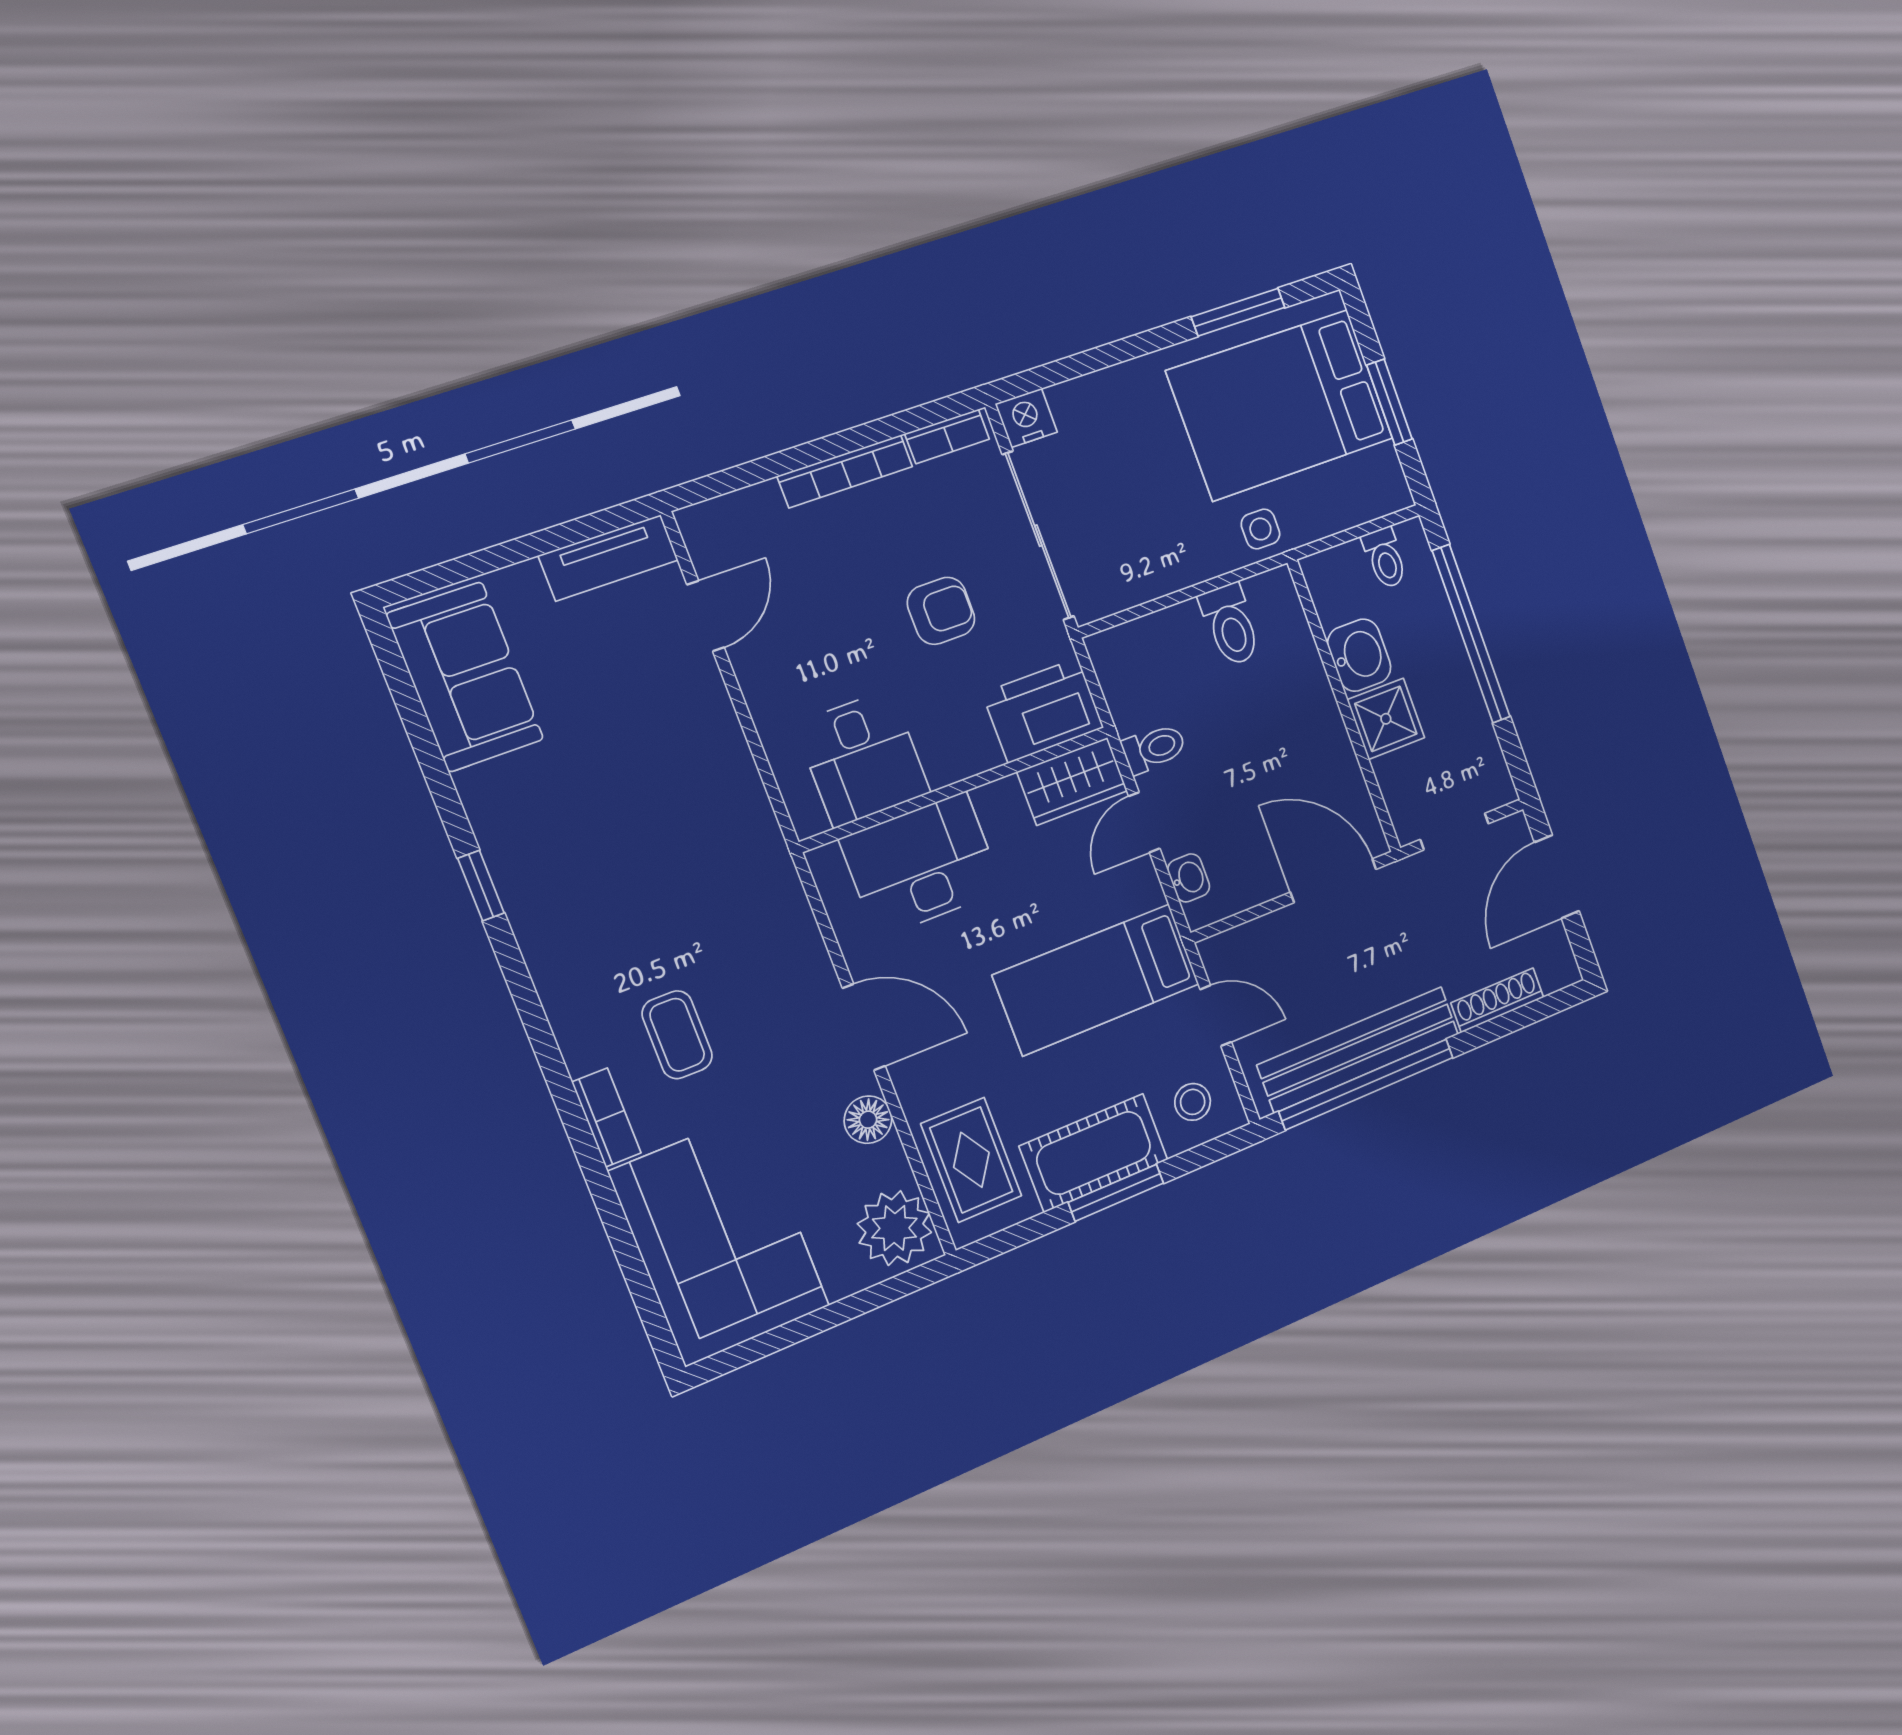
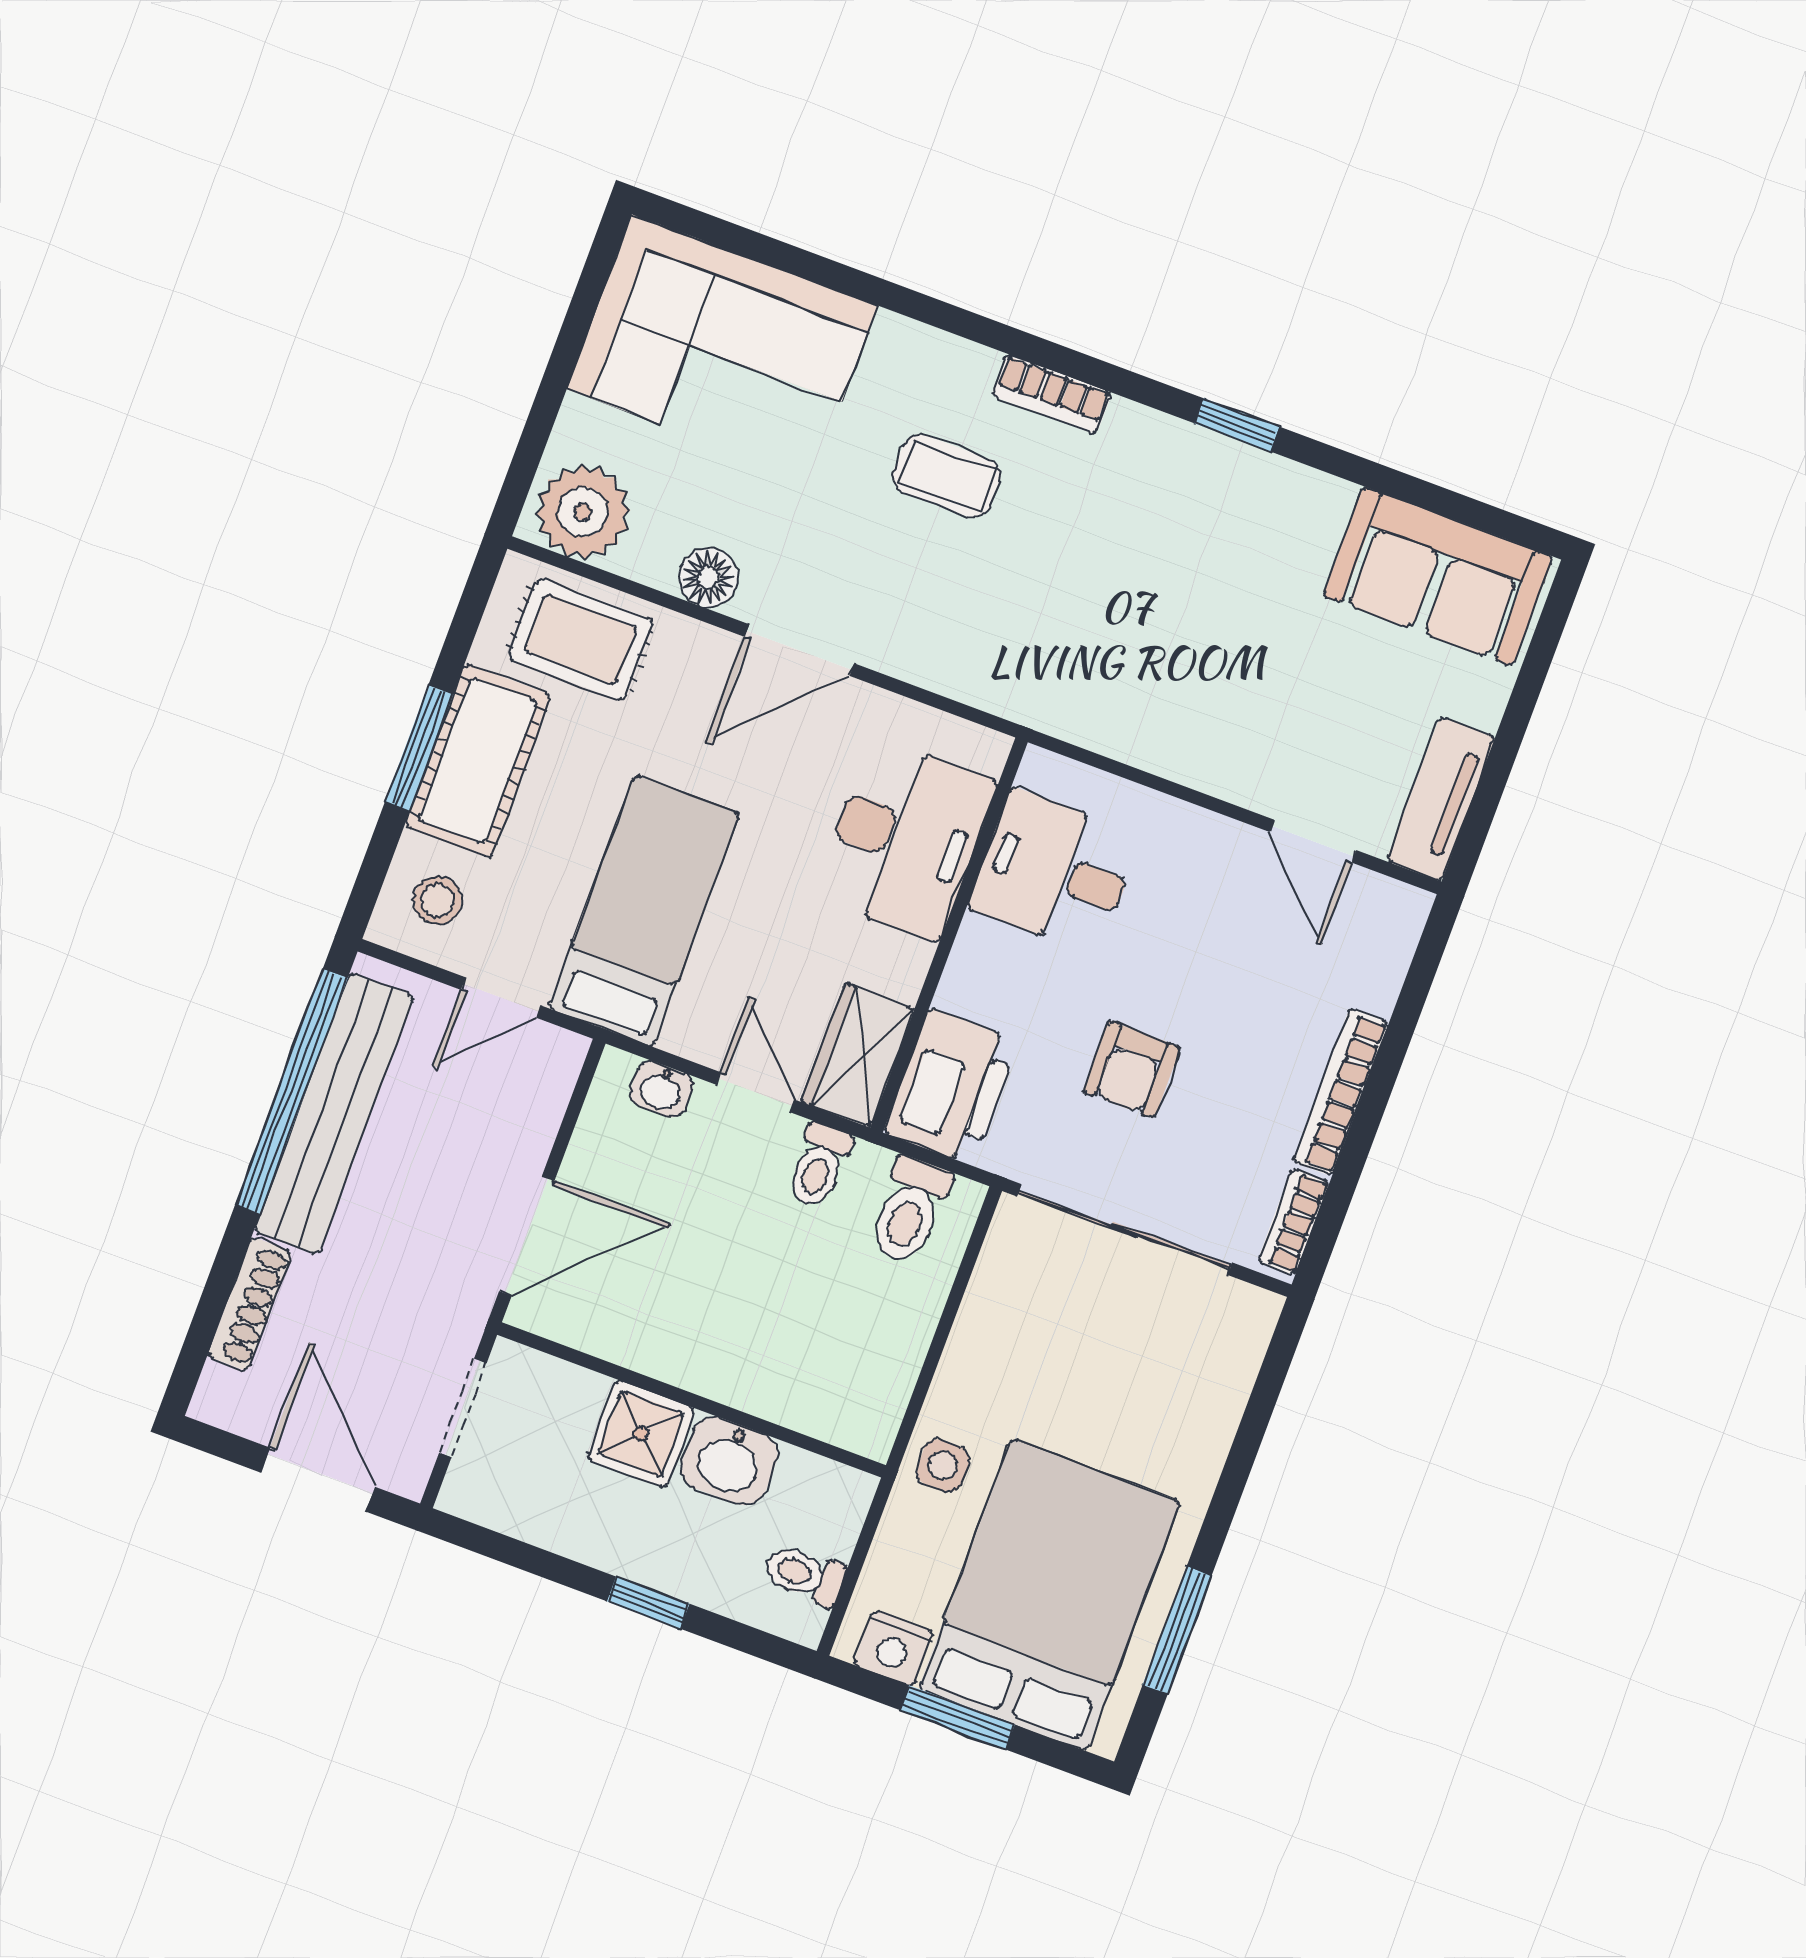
nightstand: (1026, 418) -> (893, 1648), moved, turned 90
toilet: (1230, 625) -> (910, 1211), moved, turned -90
window: (1471, 634) -> (648, 1603), width x0.32
bookcase: (607, 1118) -> (1051, 394), moved

